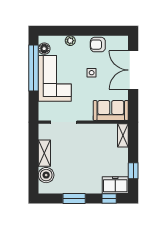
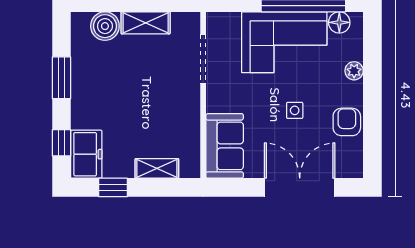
shelving: (123, 135) -> (157, 168), moved

